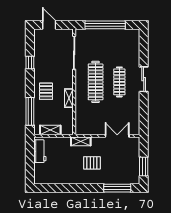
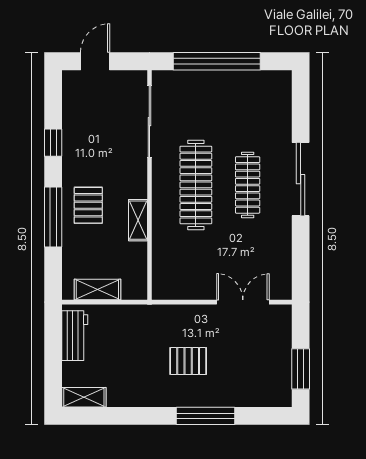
door: (49, 25) -> (95, 61), hinge flipped
sliding door: (144, 79) -> (301, 179), width x1.37
window: (30, 111) -> (53, 217), moved
shelving: (81, 141) -> (84, 397), moved
window: (117, 188) -> (205, 416), moved

